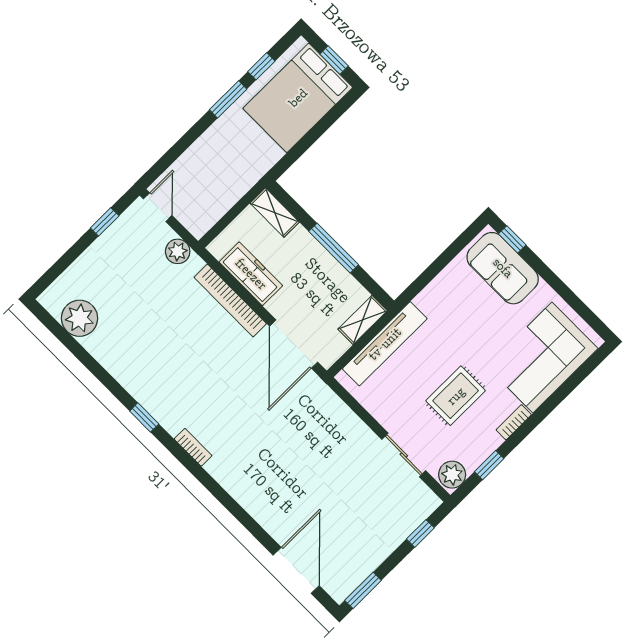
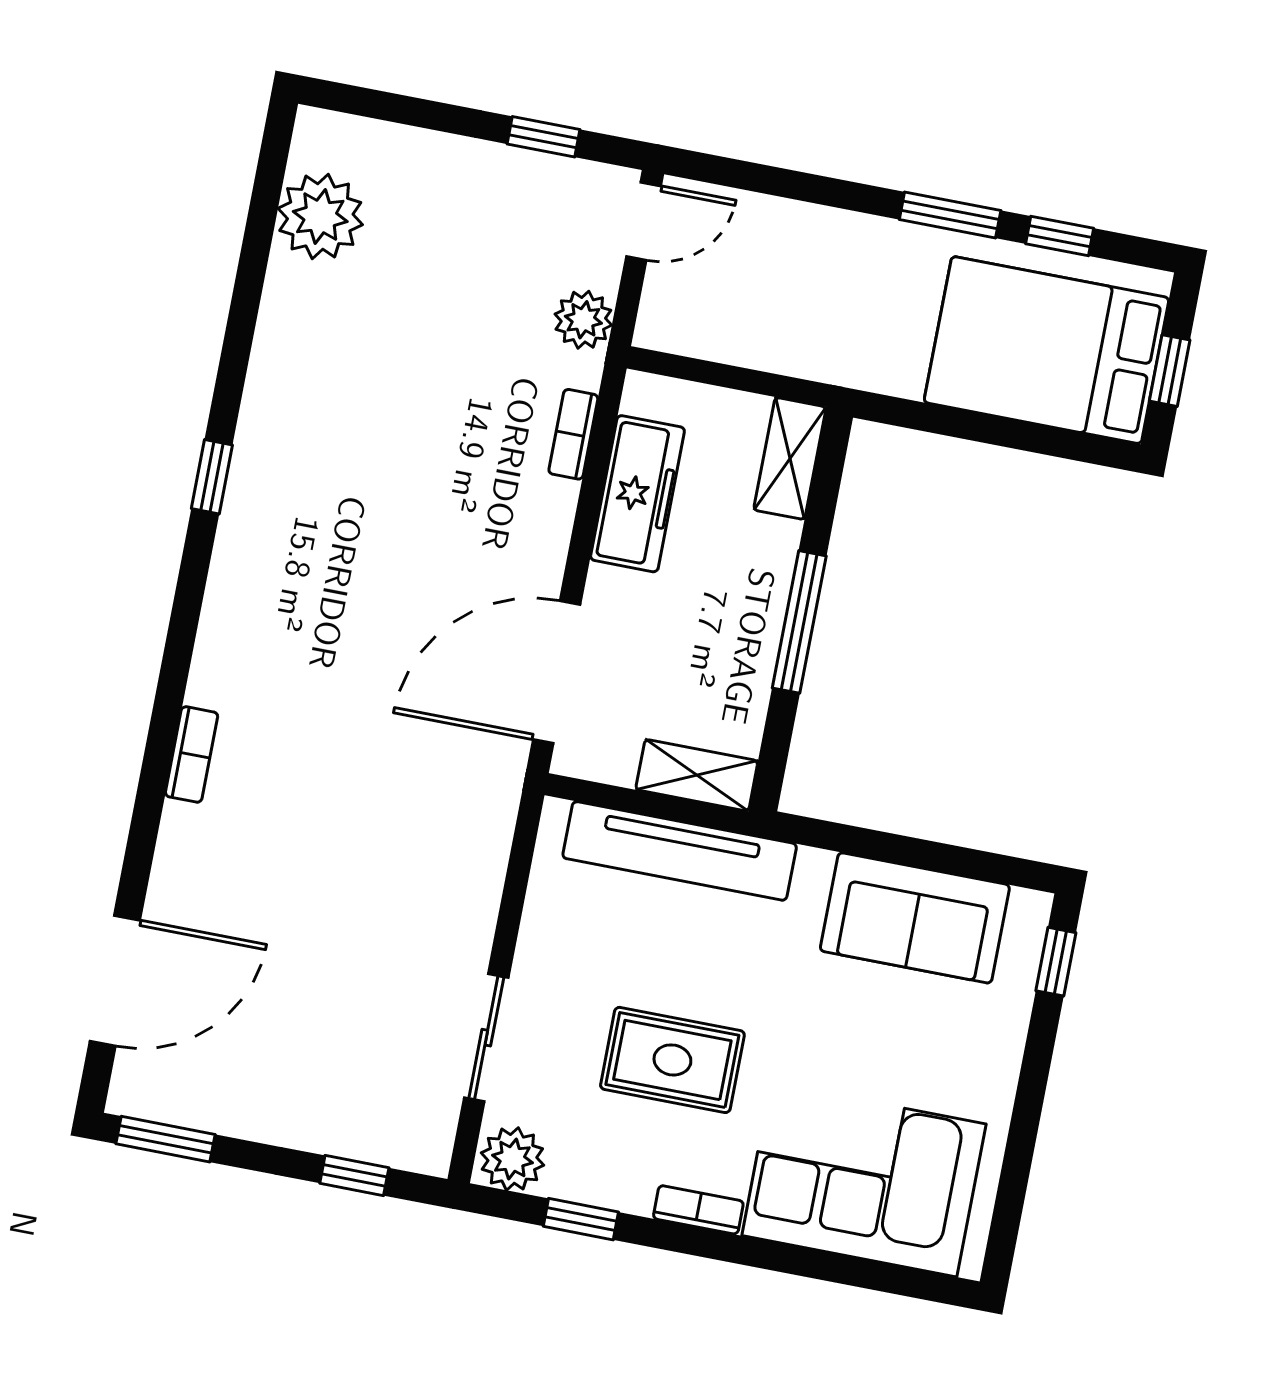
sofa: (503, 268) -> (915, 918), moved, turned -90
bookcase: (230, 301) -> (573, 434), width x0.43, depth x0.76
bookcase: (193, 447) -> (192, 754), moved

